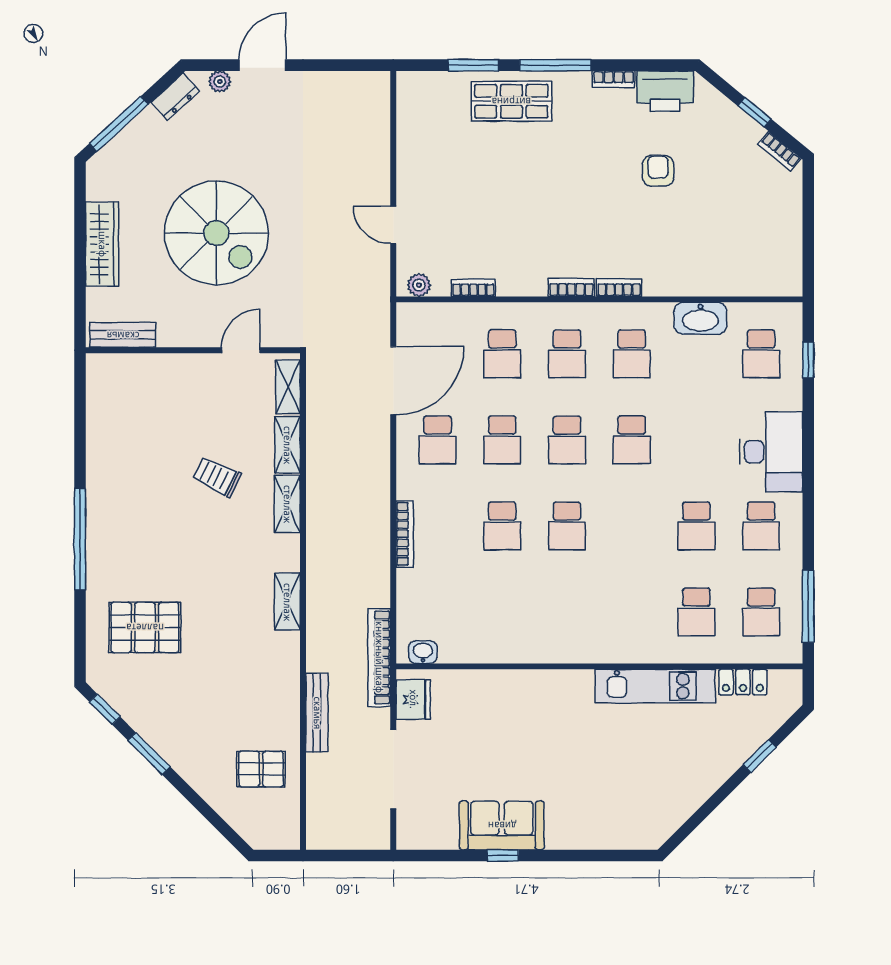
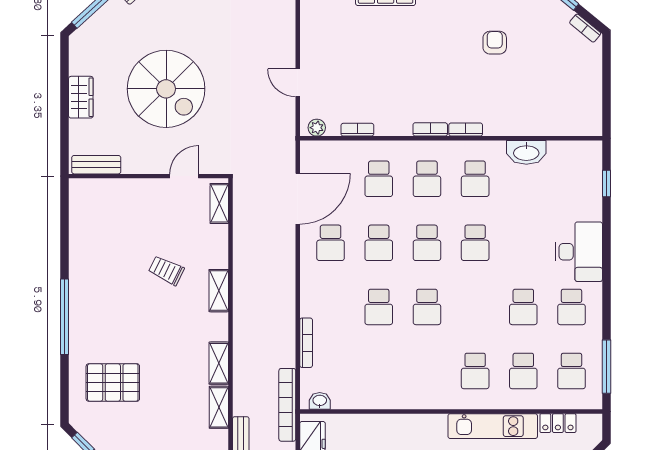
wardrobe: (102, 244) -> (81, 97), width x0.67
school desk: (761, 354) -> (475, 371), moved
shelving: (287, 445) -> (219, 407), moved
bookcase: (405, 534) -> (306, 343), moved

